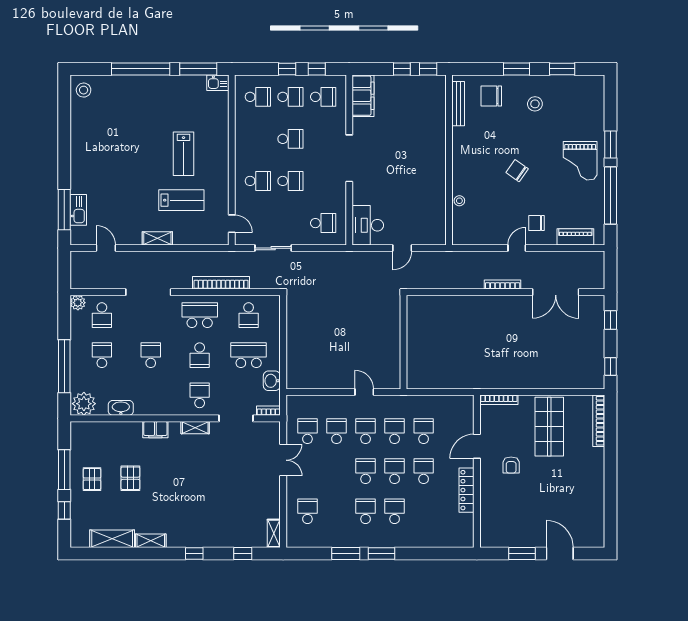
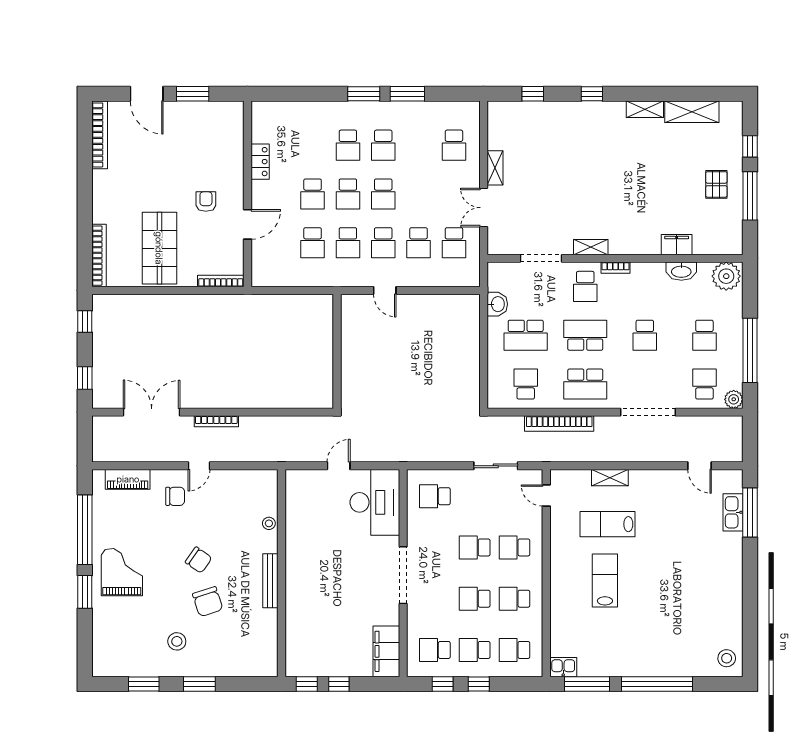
chair: (491, 96) -> (208, 602), moved, turned 72
bench: (458, 104) -> (270, 581), moved
school desk: (258, 139) -> (514, 599), added
desk: (368, 225) -> (375, 502), width x1.36, depth x1.30
shelving: (157, 238) -> (610, 478), moved
school desk: (200, 355) -> (585, 335), width x1.85
window: (64, 366) -> (750, 350), moved
bookcase: (268, 411) -> (615, 268), moved
filing cabinet: (155, 430) -> (677, 245), moved
pallet: (130, 478) -> (670, 185), removed
locker: (467, 490) -> (260, 162), width x0.66
bookcase: (598, 520) -> (100, 135), added
shelving: (274, 533) -> (495, 168), moved

